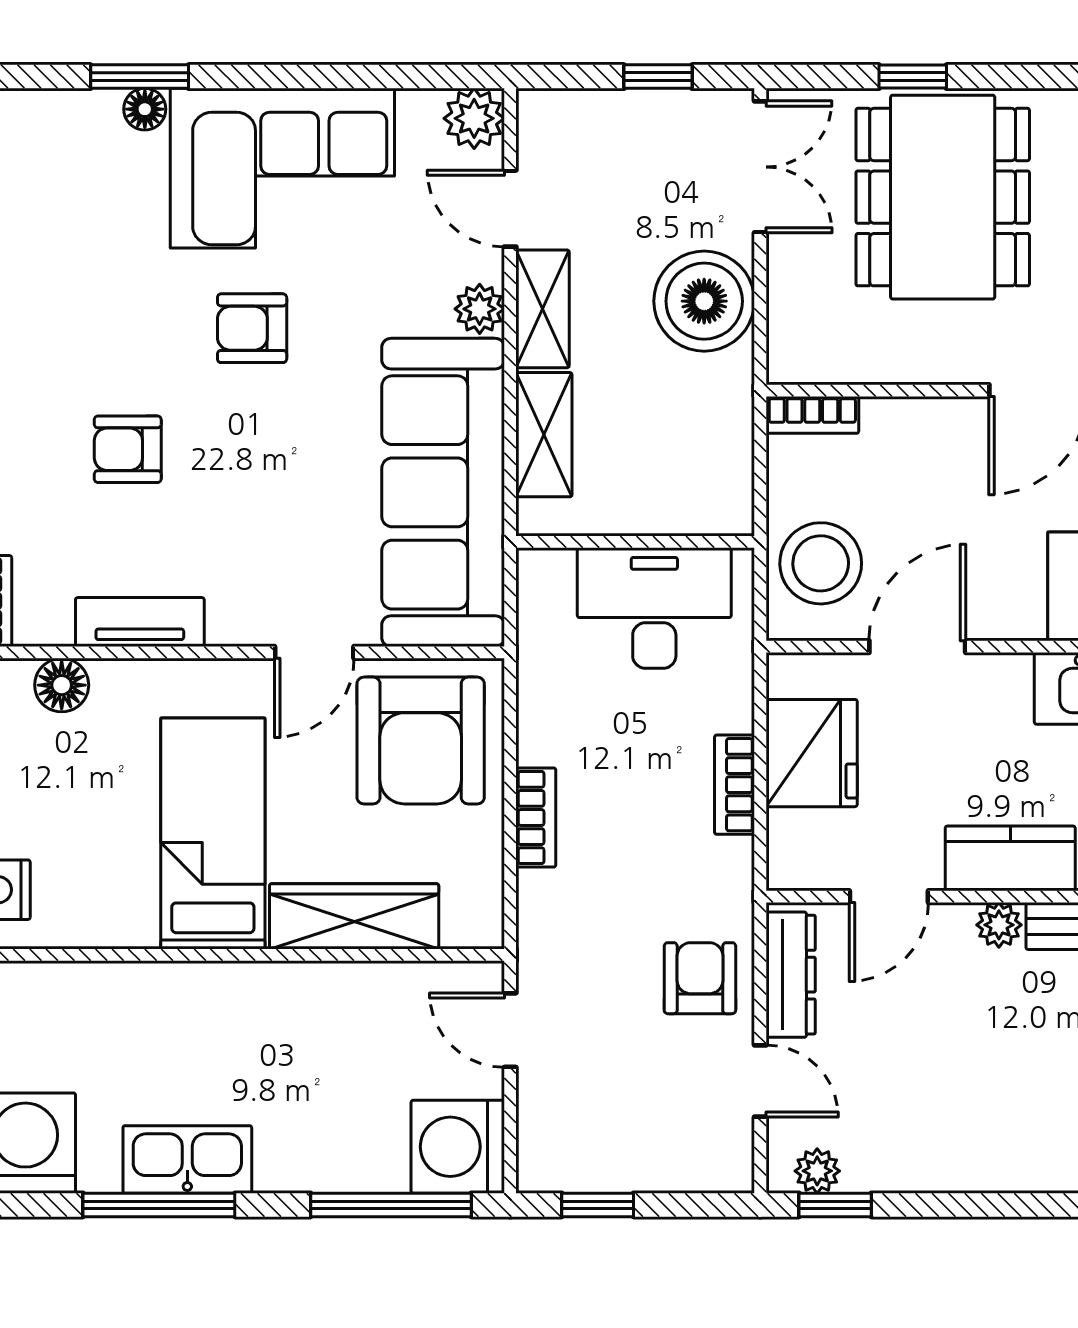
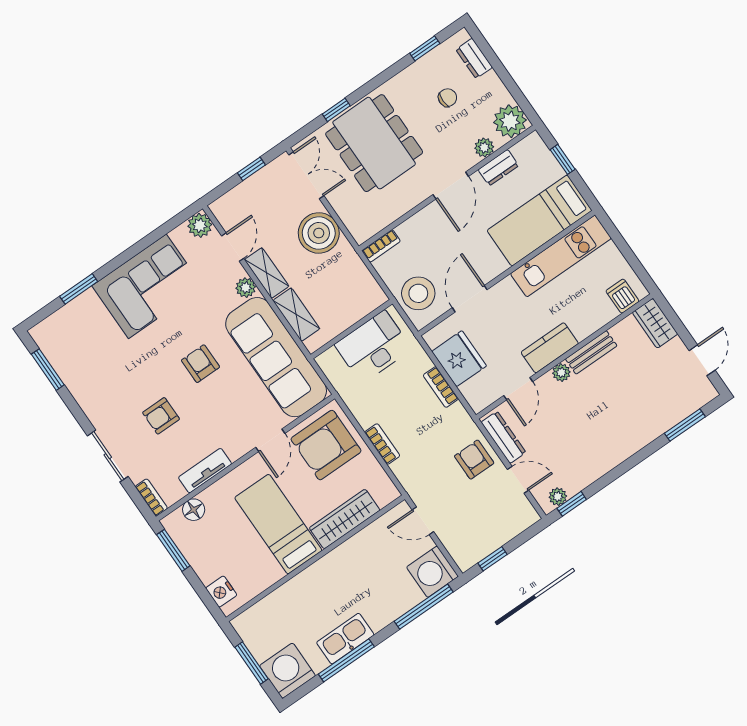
floor lamp: (145, 109) -> (88, 299), removed
door: (510, 209) -> (233, 247), swing flipped
armchair: (252, 328) -> (200, 364), moved, turned 90
armchair: (421, 741) -> (326, 445), turned 90

